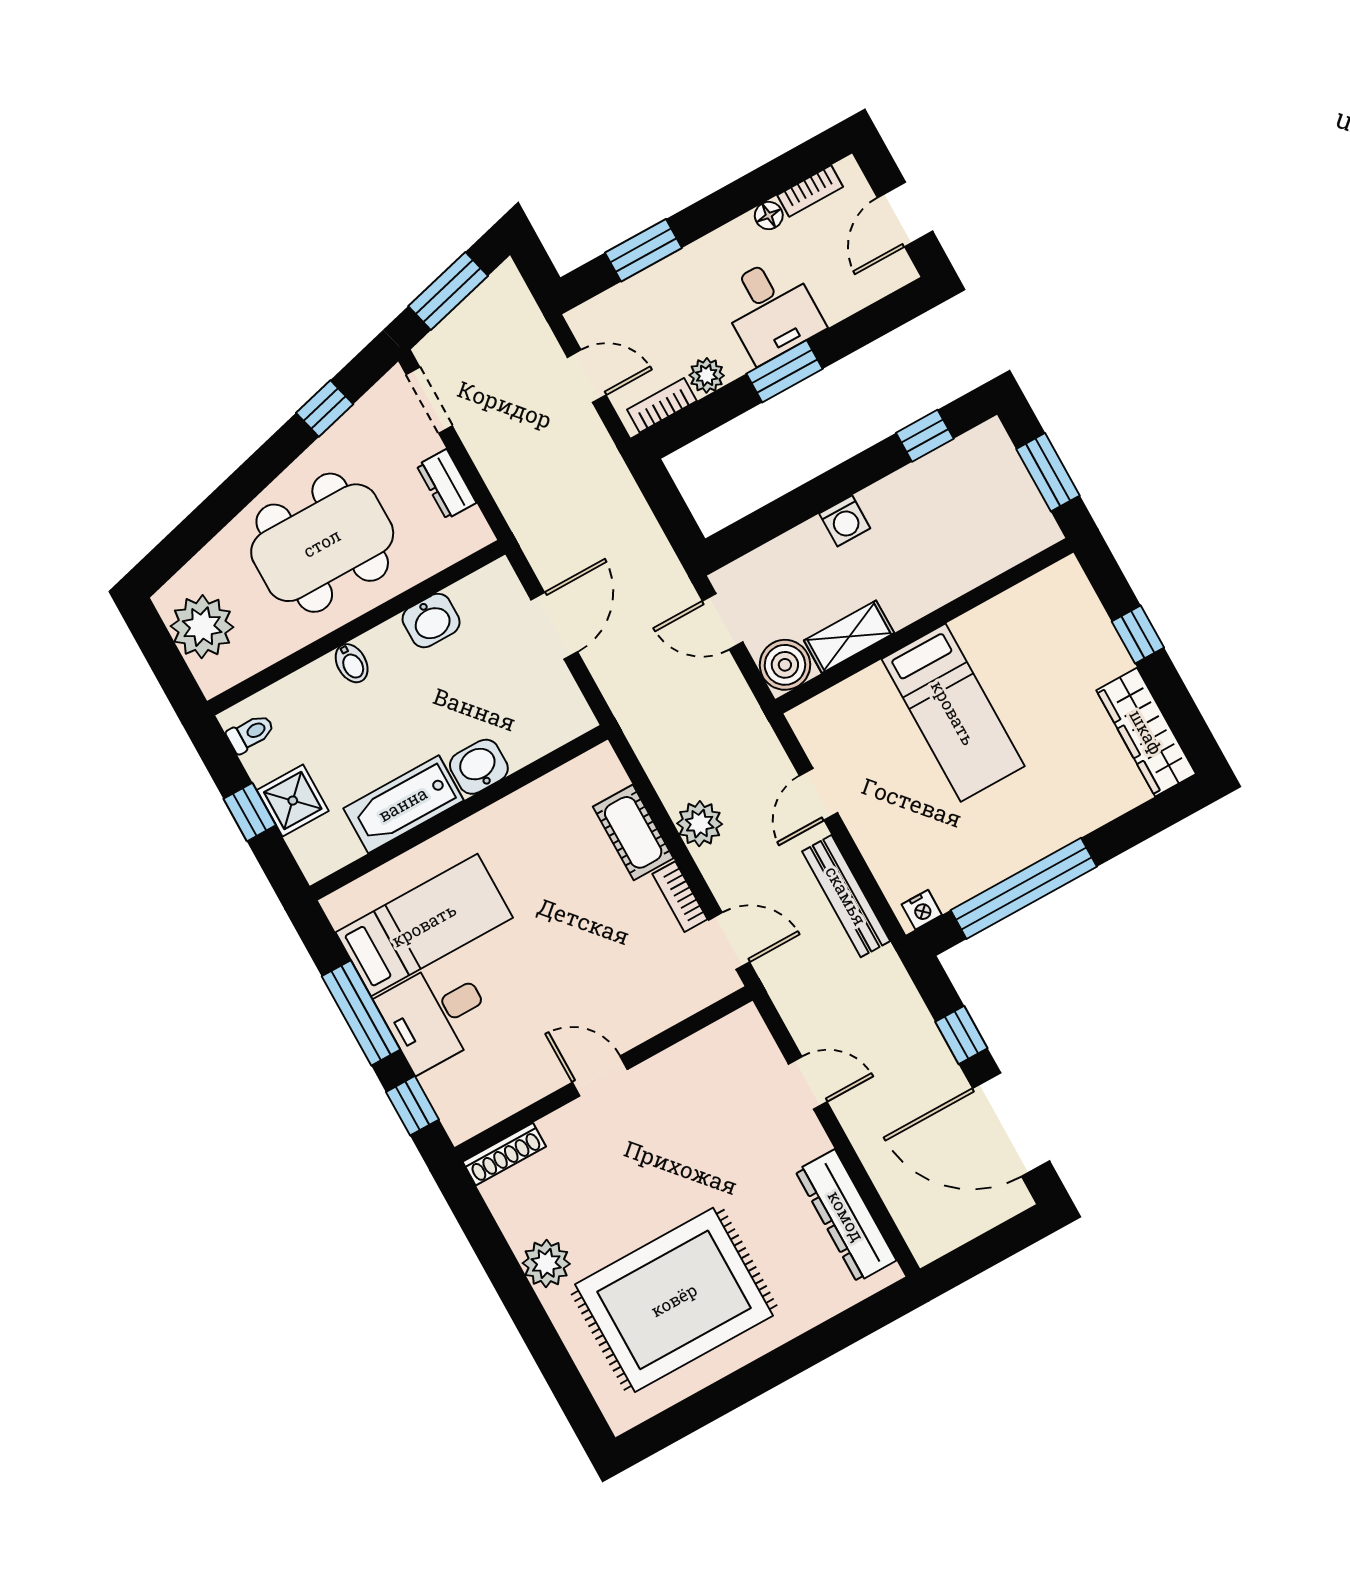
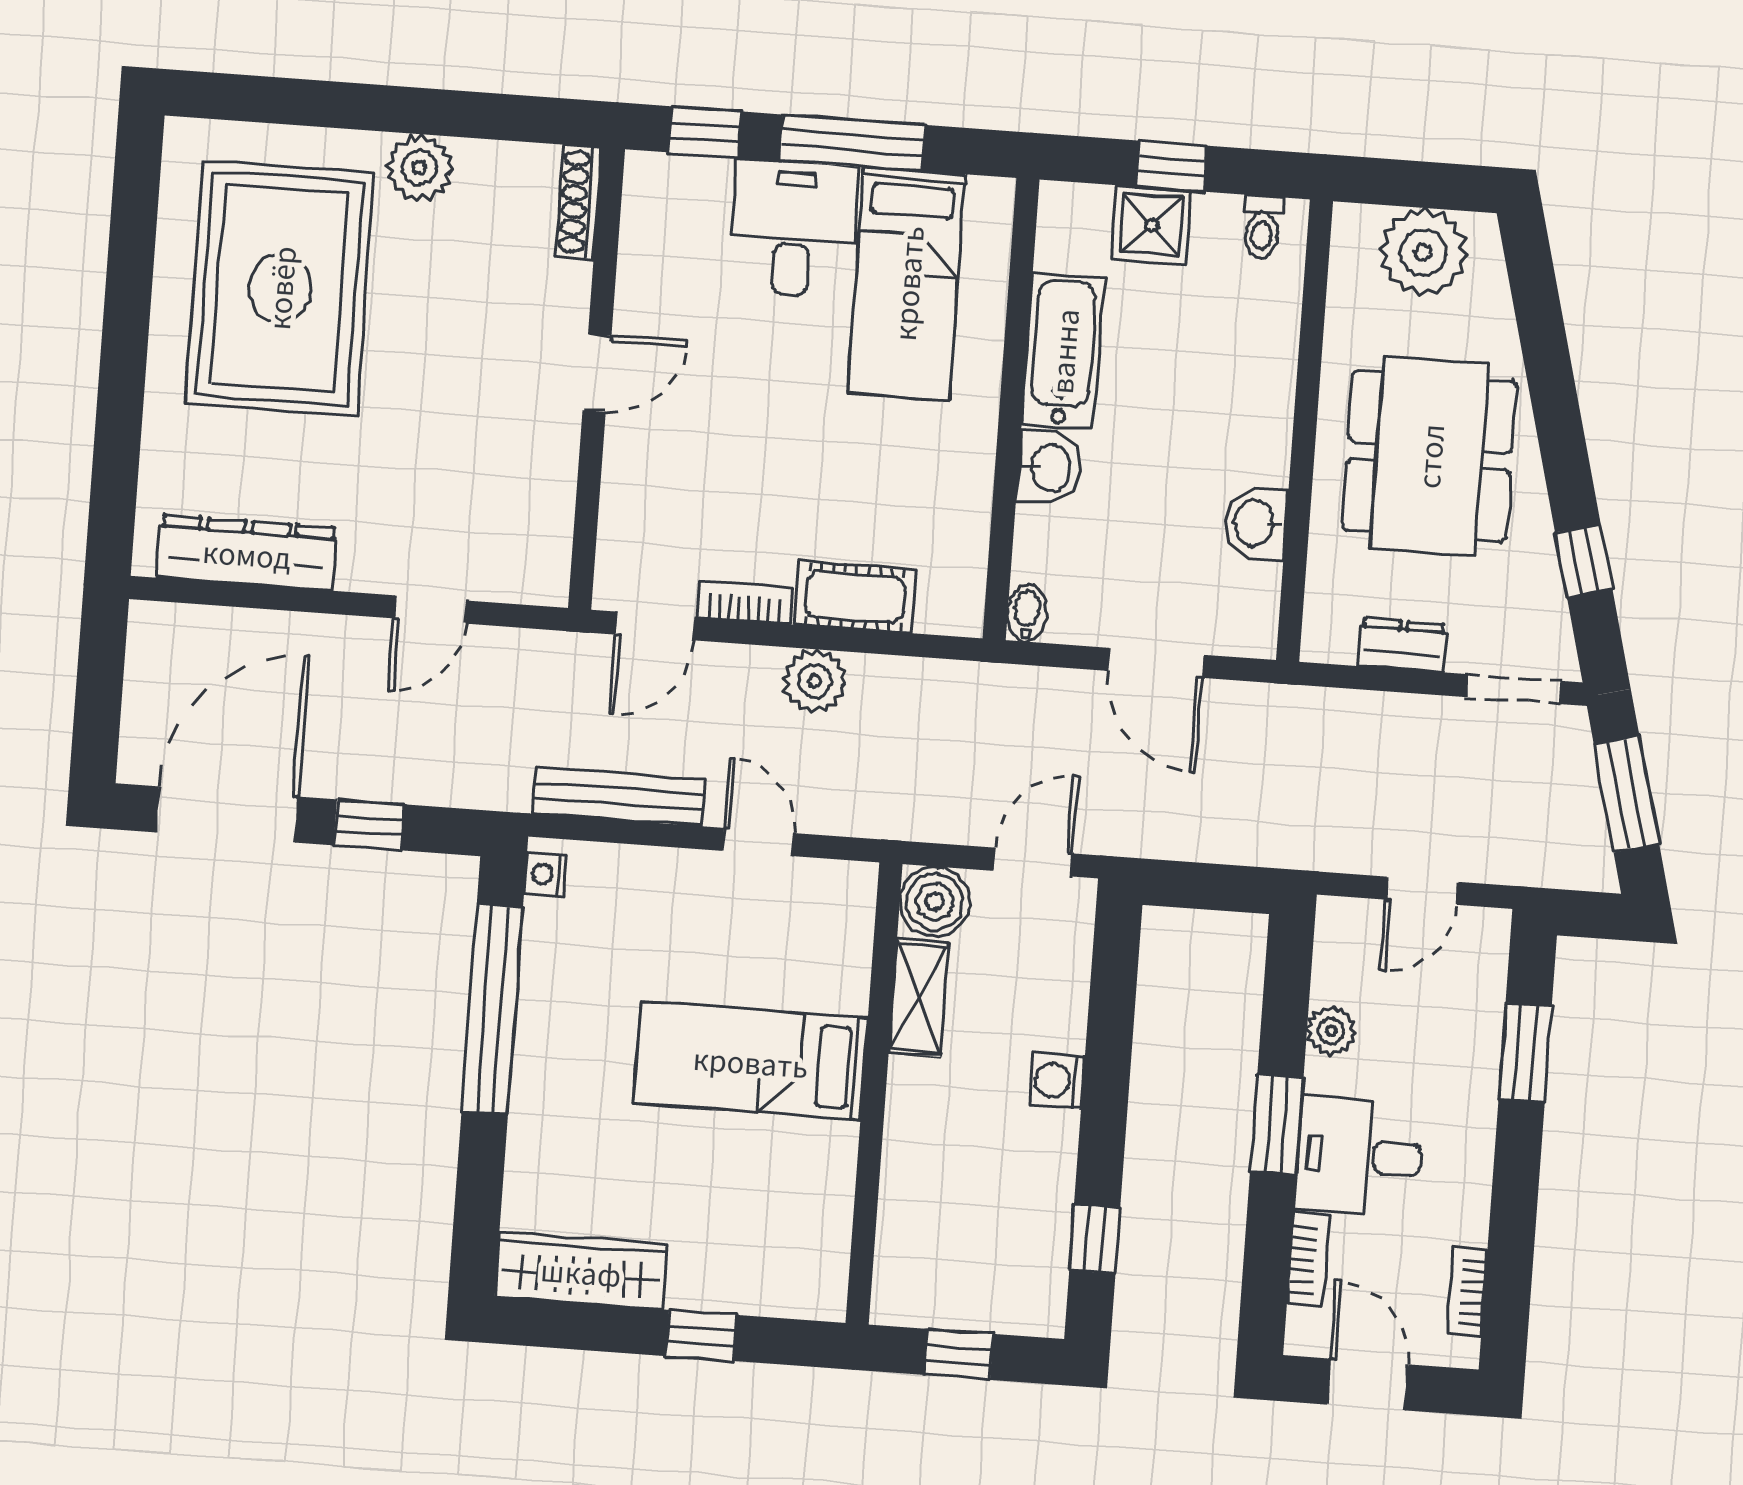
floor lamp: (769, 216) -> (1470, 1225), removed
bookcase: (662, 405) -> (1308, 1260), moved
window: (1048, 472) -> (958, 1354), width x0.67
bidet: (352, 663) -> (1027, 613), moved, turned 90

